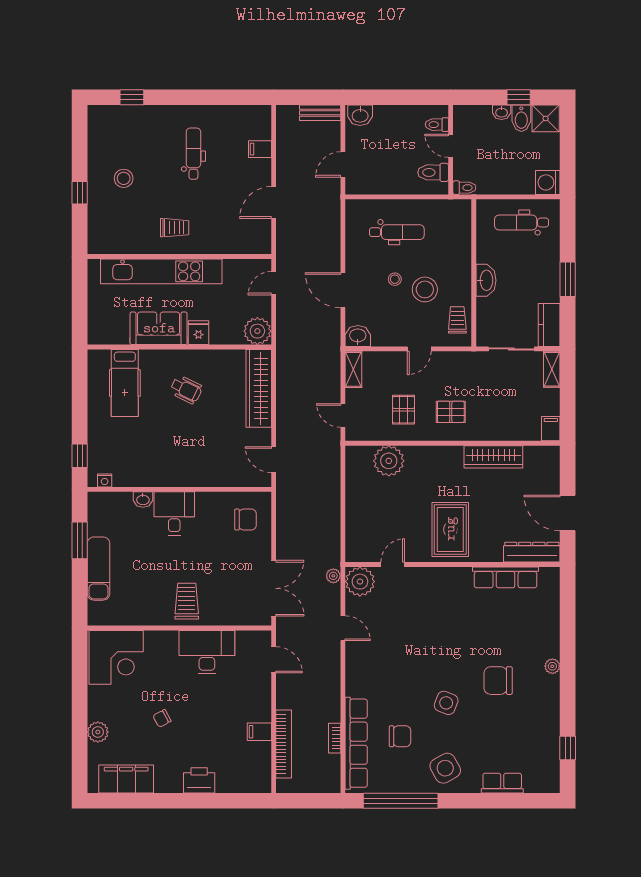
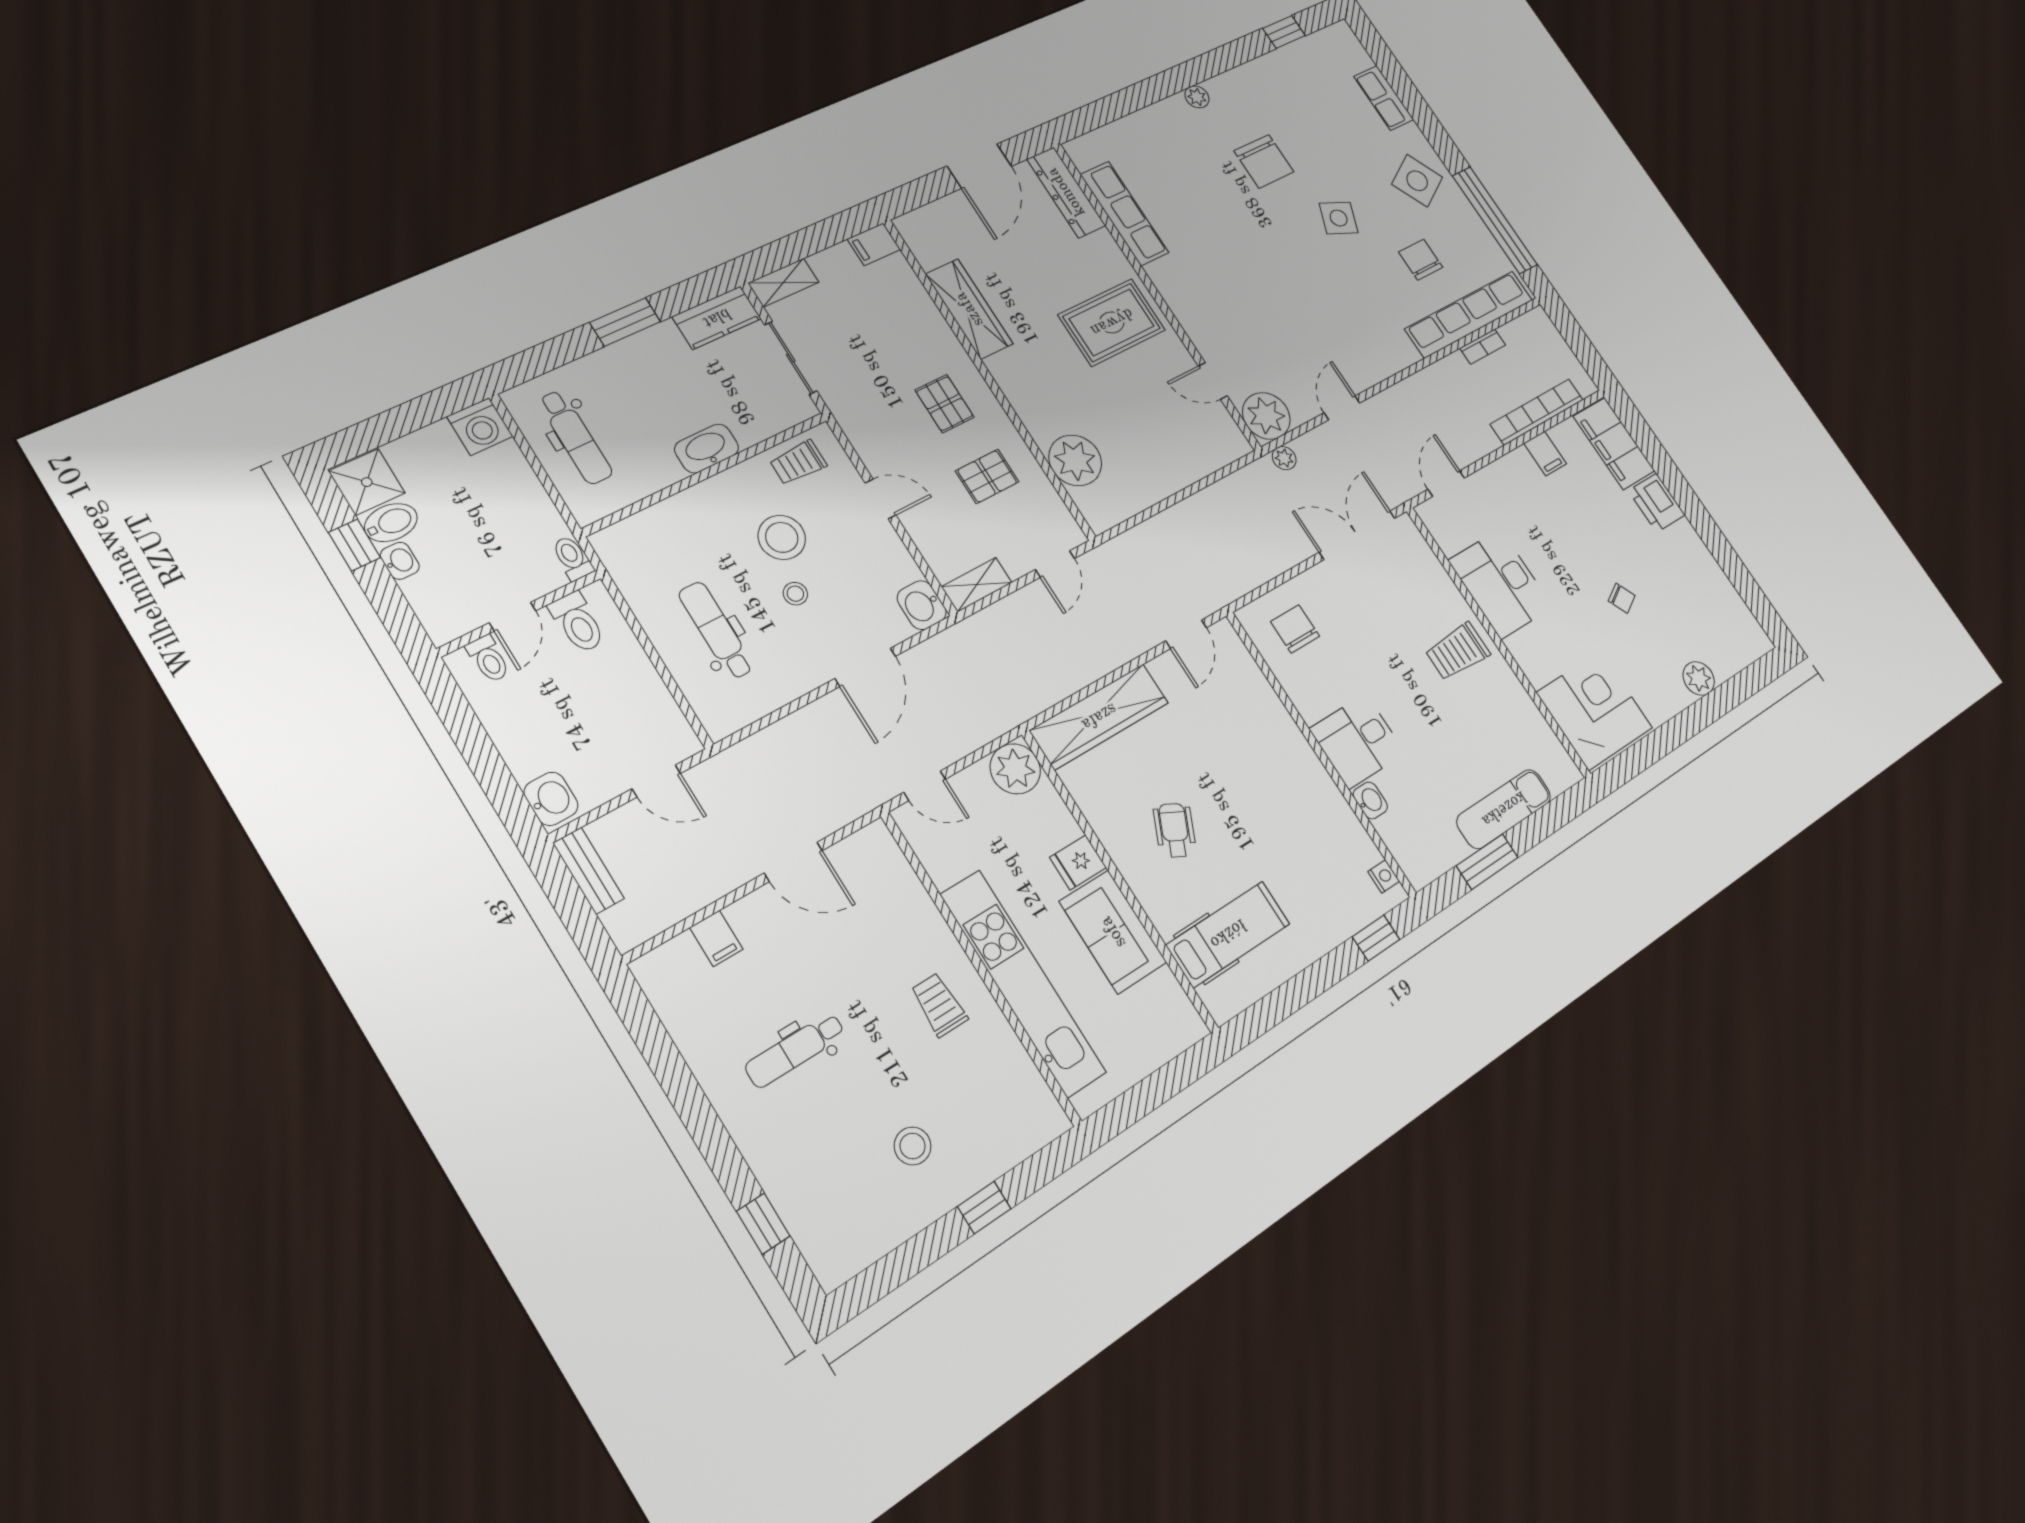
filing cabinet: (126, 779) -> (1614, 444), moved

